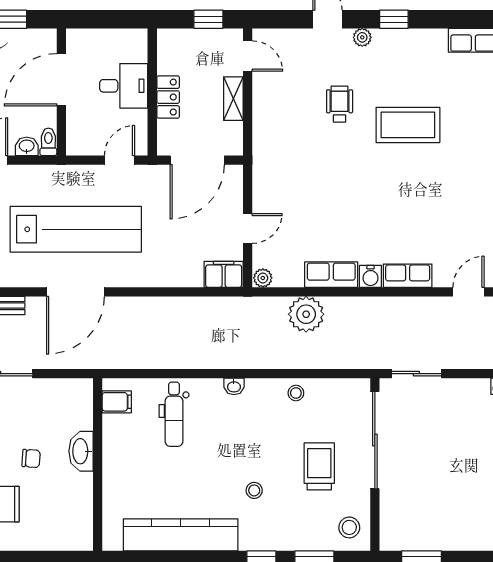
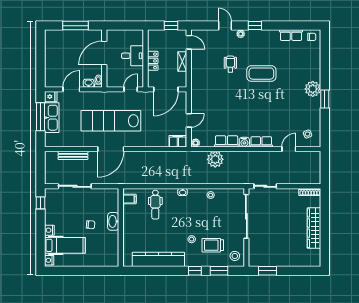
lab bench: (76, 229) -> (111, 121), turned 180
trolley: (319, 466) -> (213, 245), moved, turned -90

